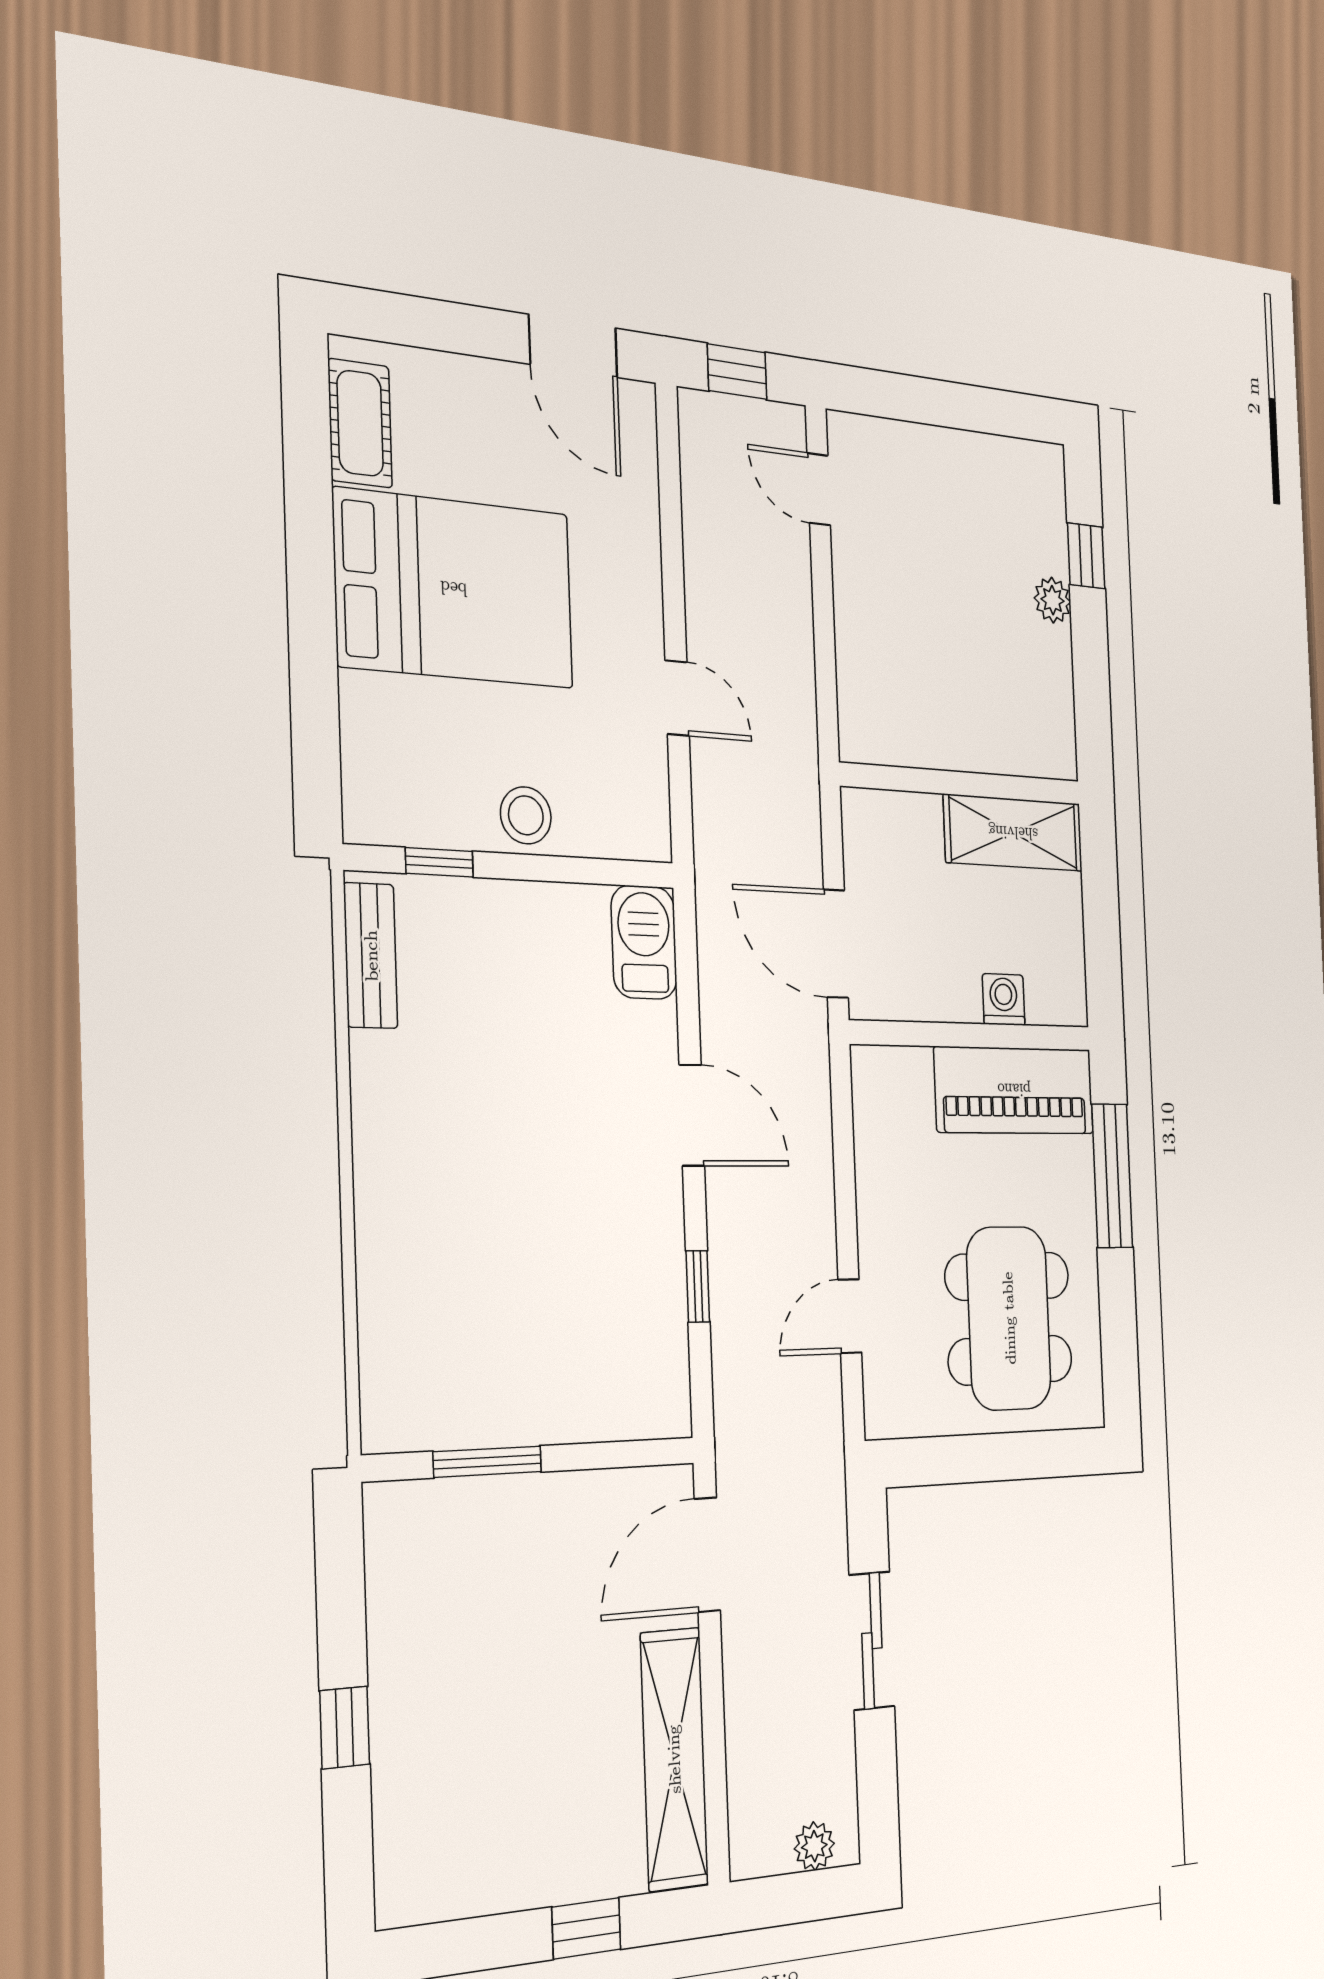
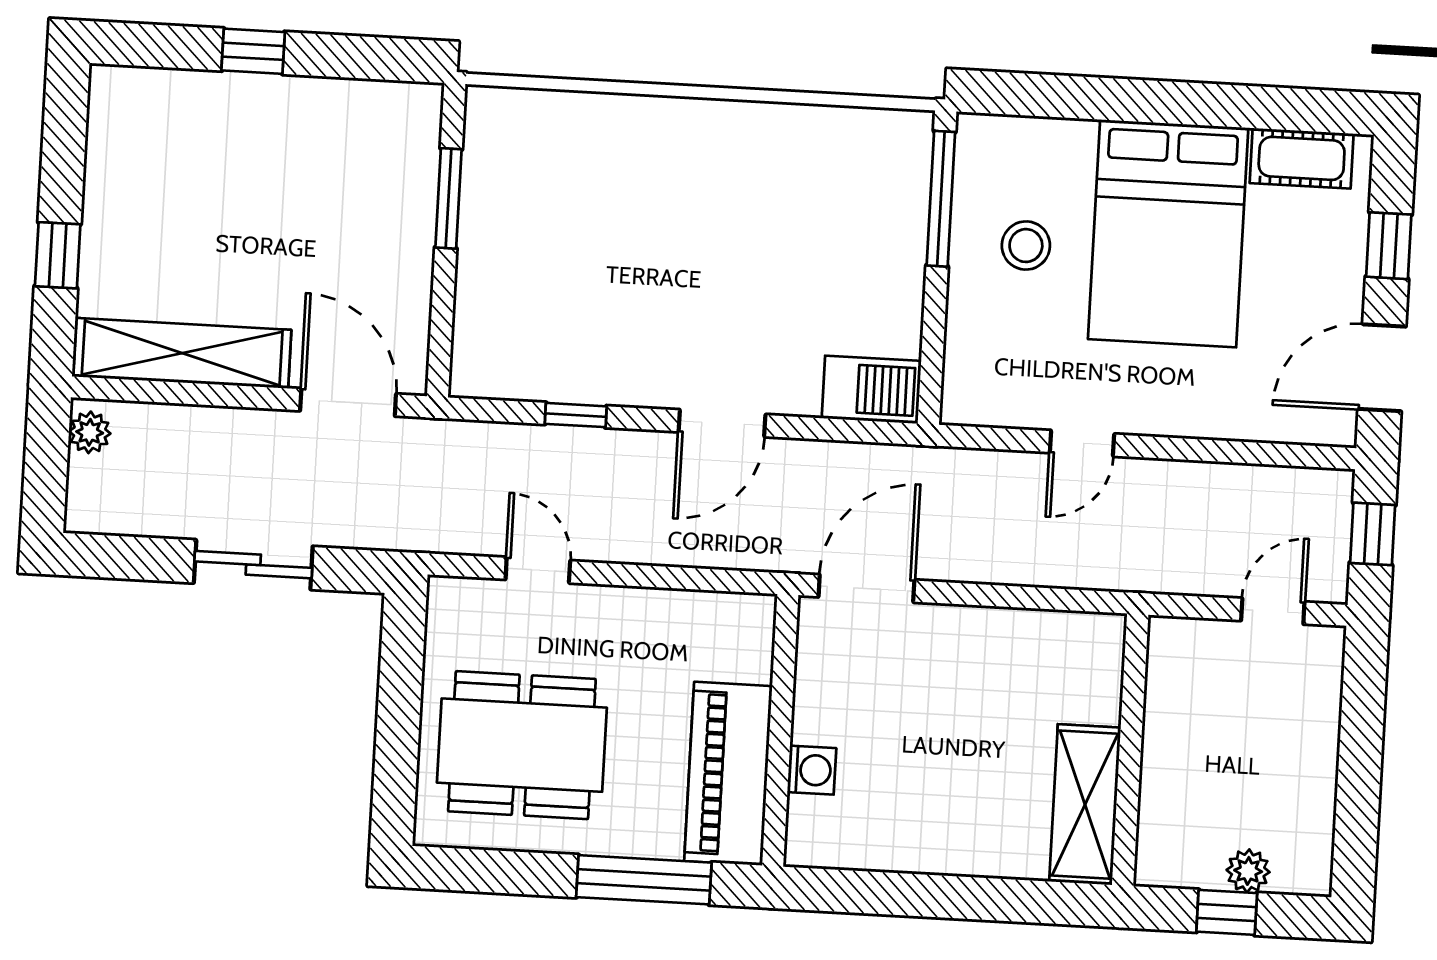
window: (446, 326) -> (1389, 246), added
plant: (1053, 600) -> (1248, 871), moved
wall: (962, 784) -> (1130, 750), moved
stool: (526, 815) -> (1026, 246), moved
shelving: (1013, 833) -> (1085, 805), moved
window: (439, 862) -> (941, 199), width x2.17
bench: (371, 956) -> (866, 129), removed
plant: (814, 1846) -> (90, 432), moved

